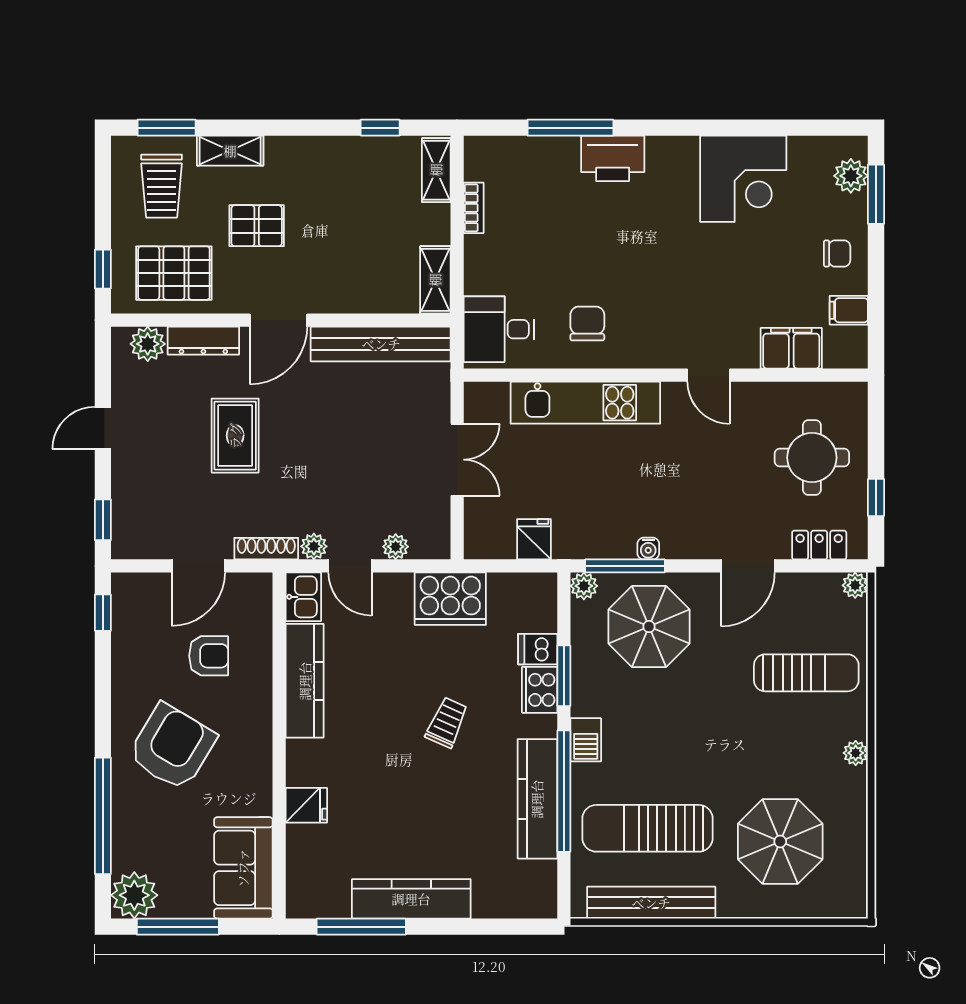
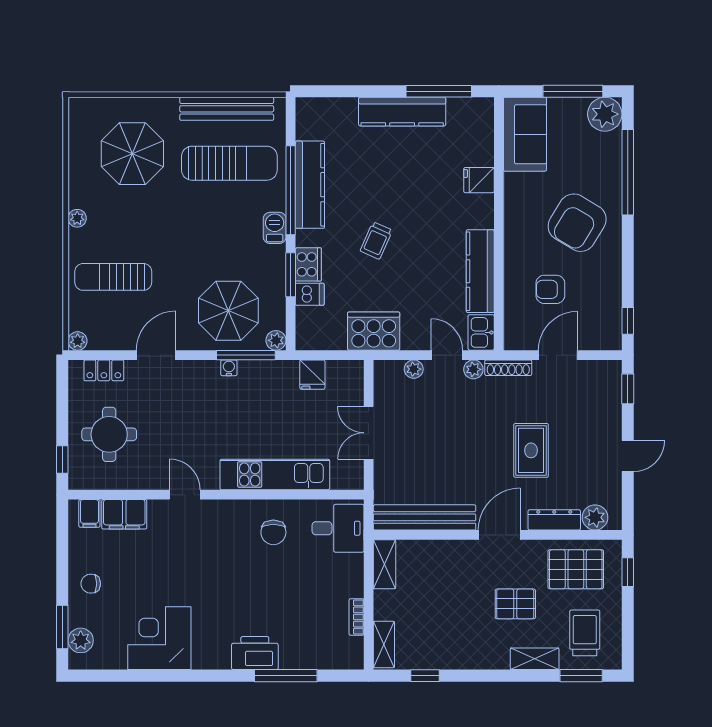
filing cabinet: (849, 310) -> (89, 513), moved, turned 90
window: (876, 497) -> (62, 459), moved

